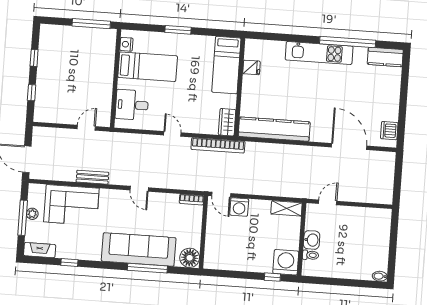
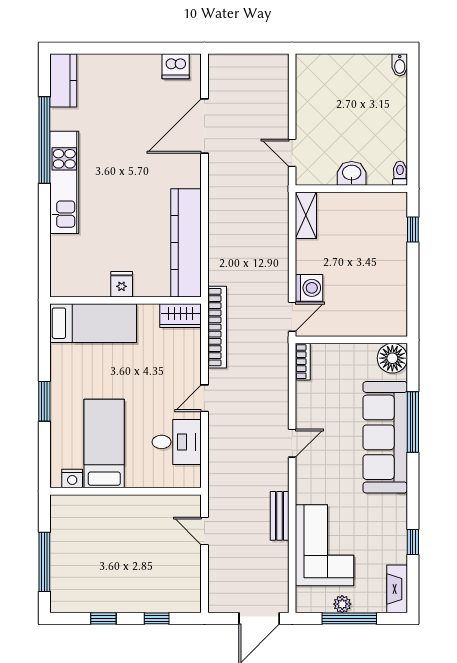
window: (91, 24) -> (44, 562), moved
fridge: (252, 67) -> (122, 284), moved
desk: (132, 105) -> (177, 442), moved, turned -90
toilet: (311, 255) -> (400, 173), moved
washing machine: (286, 262) -> (389, 210), removed

